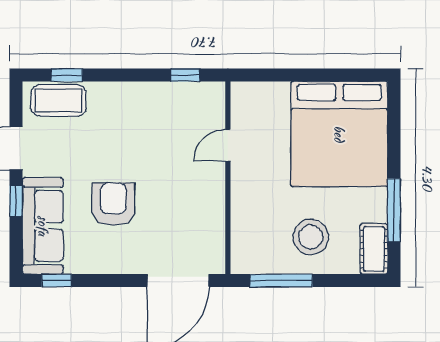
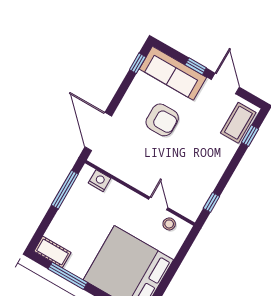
stool: (311, 237) -> (169, 224), moved, width x0.53, depth x0.53
nightstand: (243, 241) -> (100, 181), added

